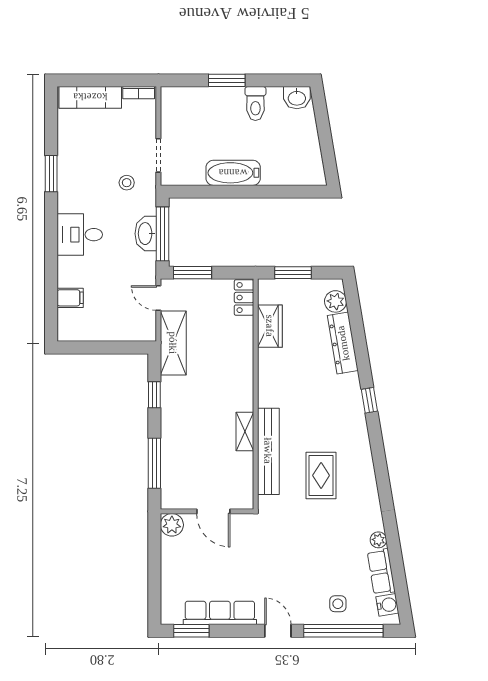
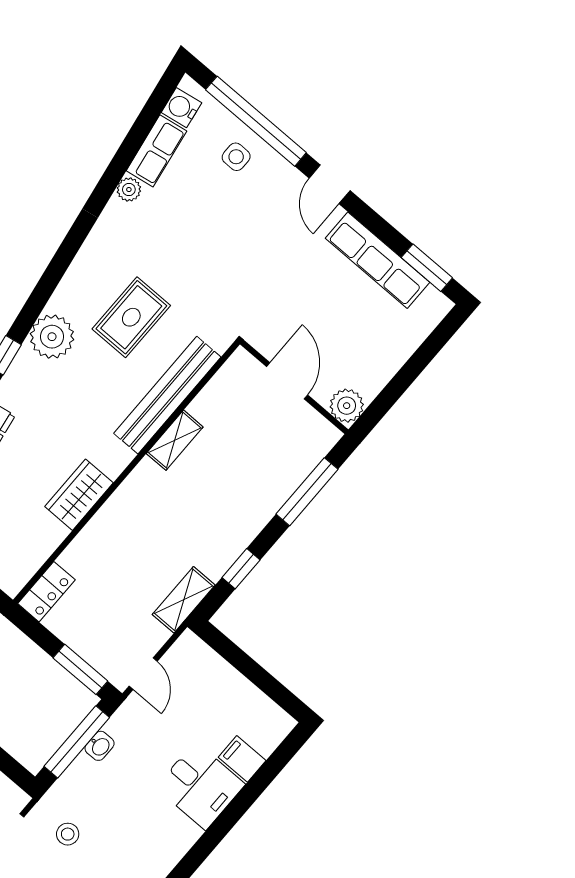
washbasin: (146, 234) -> (100, 746), width x0.52, depth x0.69
desk: (80, 235) -> (200, 786), moved
wardrobe: (270, 326) -> (79, 495), moved
shelving: (173, 343) -> (184, 600), width x0.67, depth x0.75
plant: (353, 431) -> (52, 337), added

